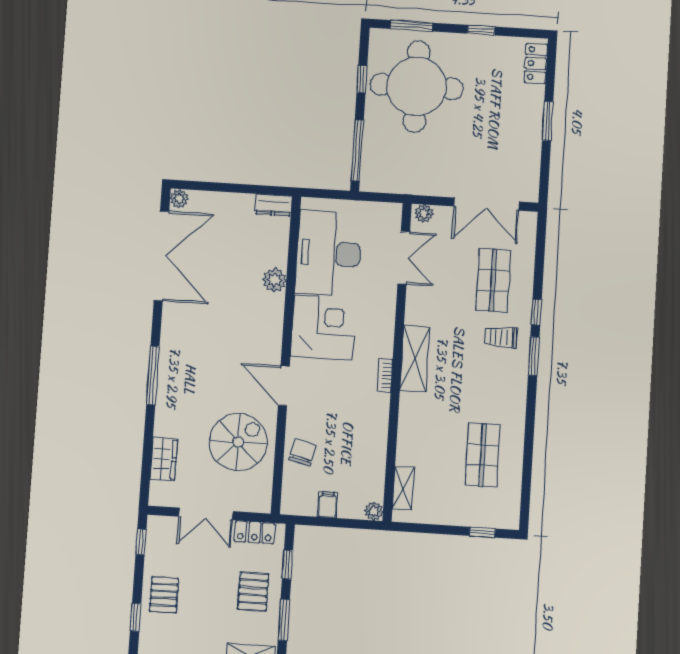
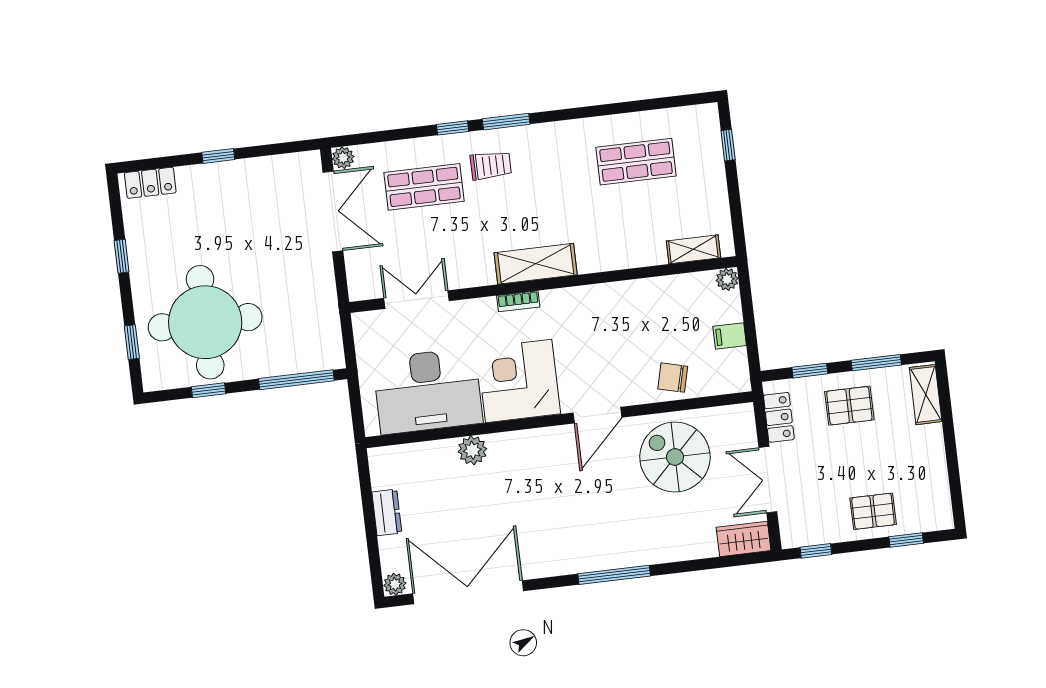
window: (411, 26) -> (132, 342), width x0.67
window: (548, 121) -> (218, 156), width x0.67
dresser: (273, 205) -> (387, 512), moved
plant: (424, 213) -> (343, 158), moved
trolley: (501, 337) -> (491, 165), turned -90
bookcase: (385, 375) -> (518, 301), moved
wardrobe: (164, 459) -> (744, 539), moved
double door: (206, 514) -> (768, 480), swing flipped

